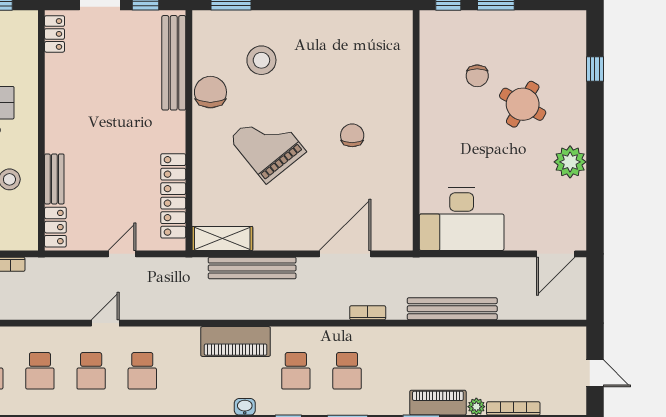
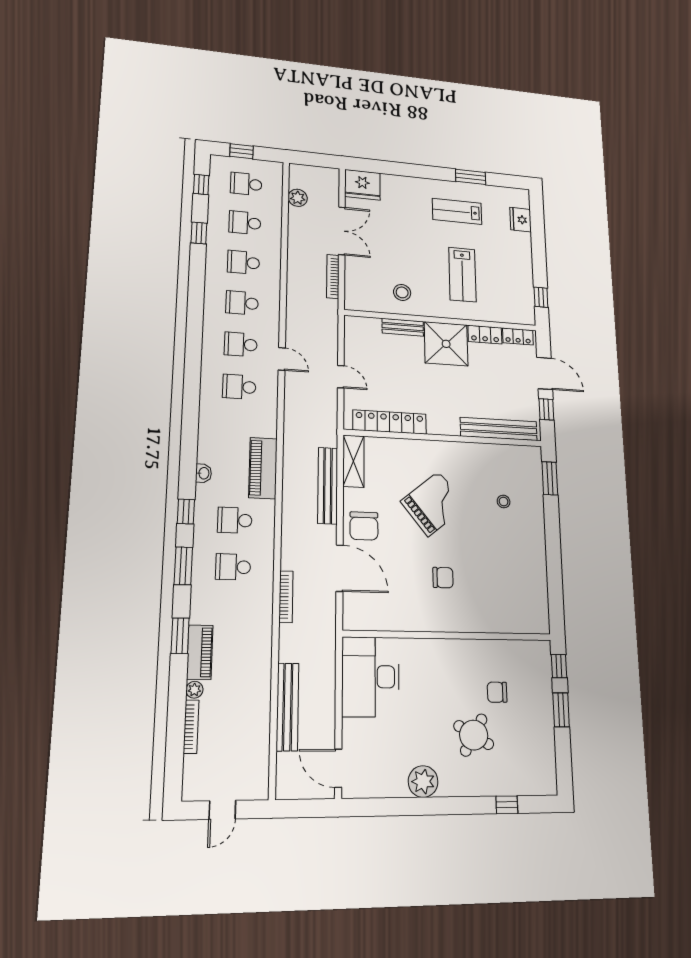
stool: (261, 60) -> (504, 502), width x0.53, depth x0.53
chair: (210, 92) -> (364, 526), moved, turned 90
shower: (71, 126) -> (446, 344), added
locker: (55, 227) -> (485, 335), moved
bench: (452, 309) -> (288, 707), moved
bookcase: (368, 313) -> (286, 597), width x1.56

